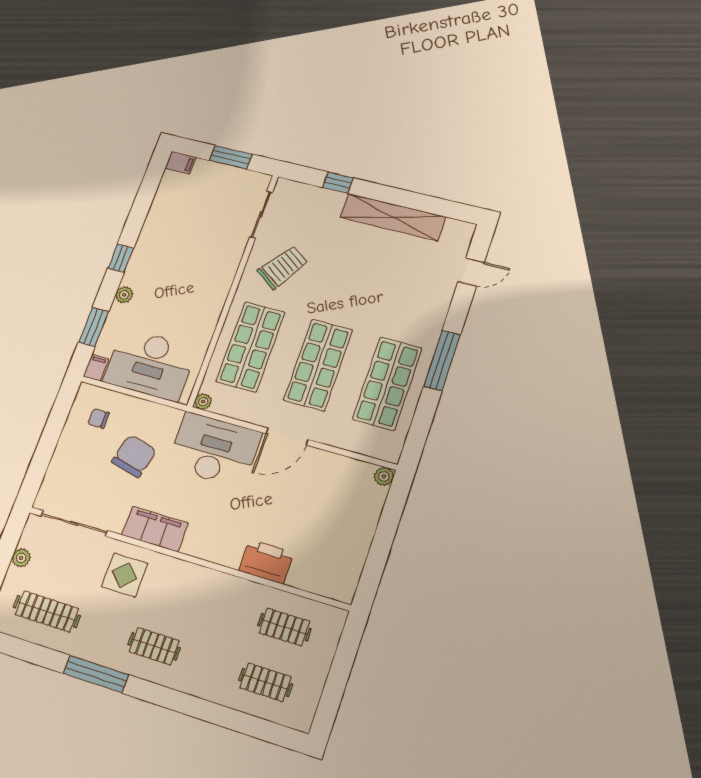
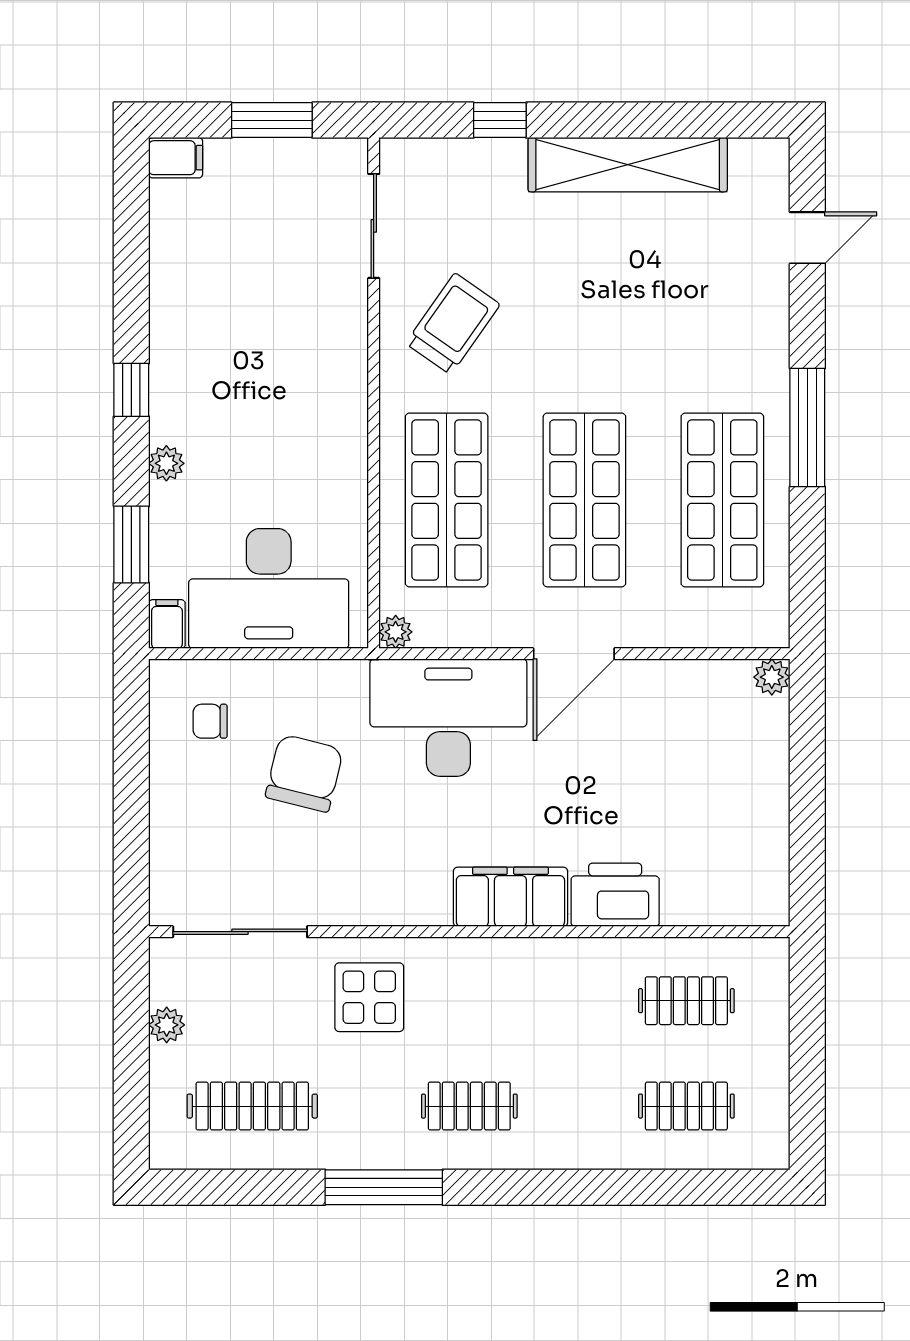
filing cabinet: (155, 529) -> (510, 897), moved

